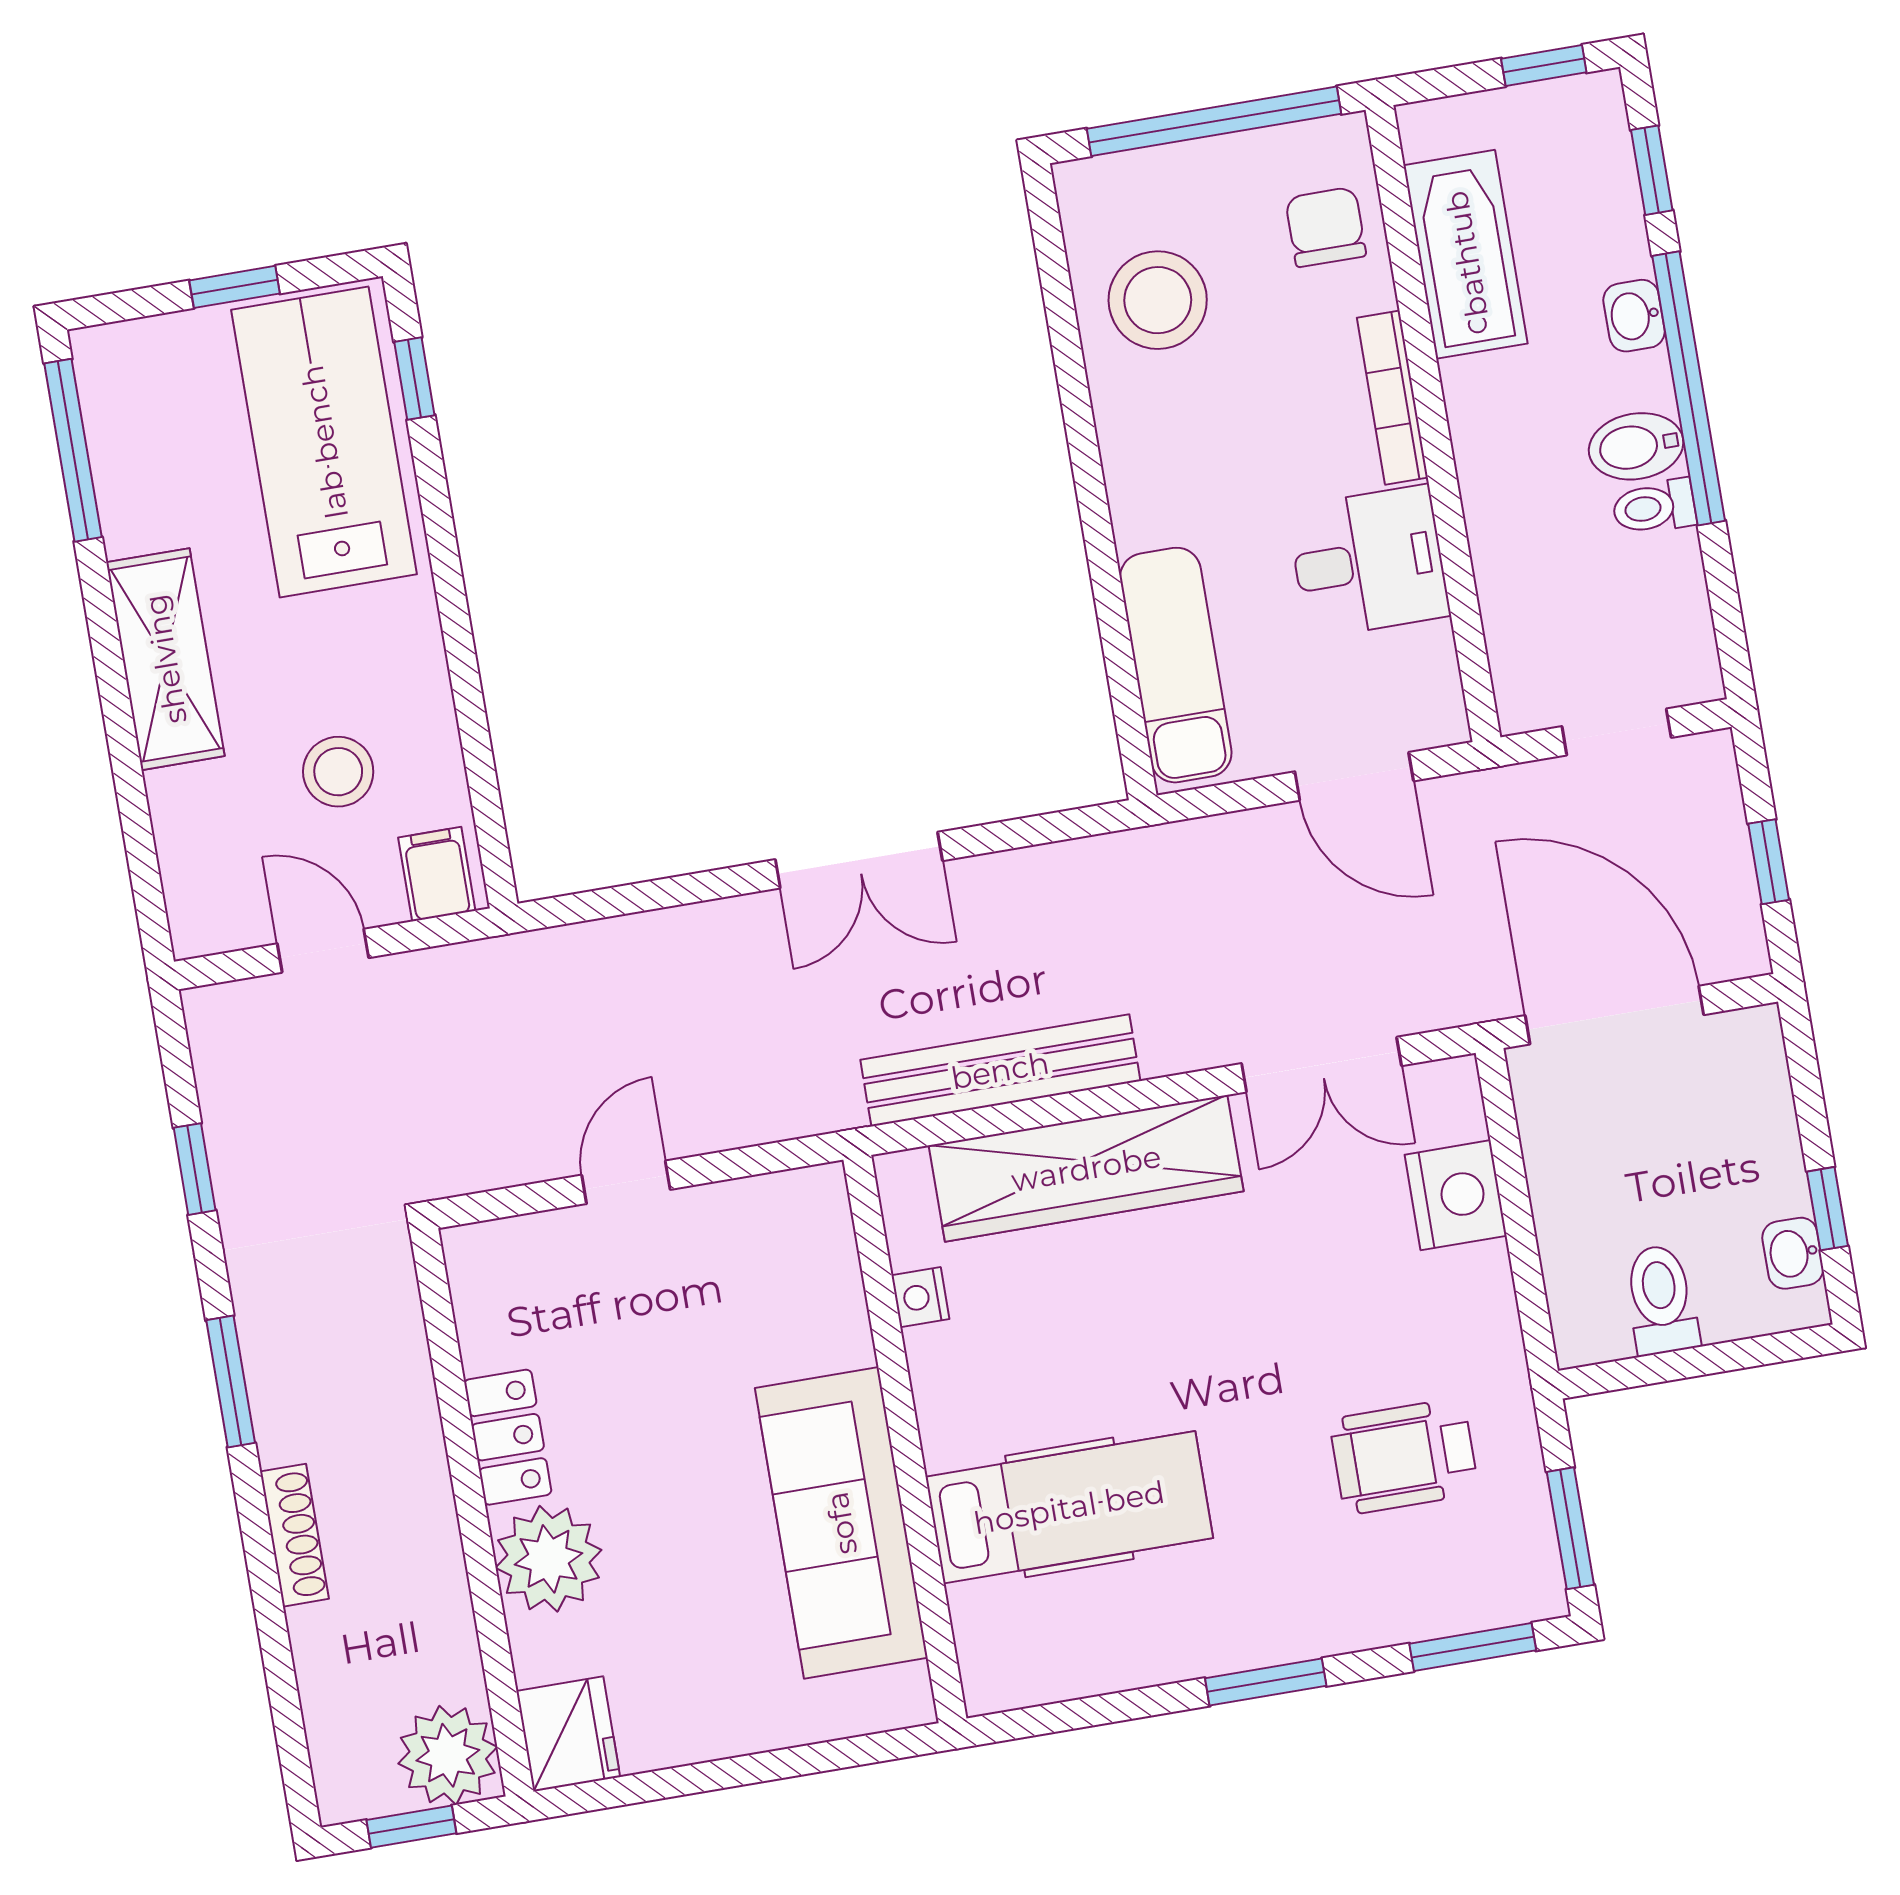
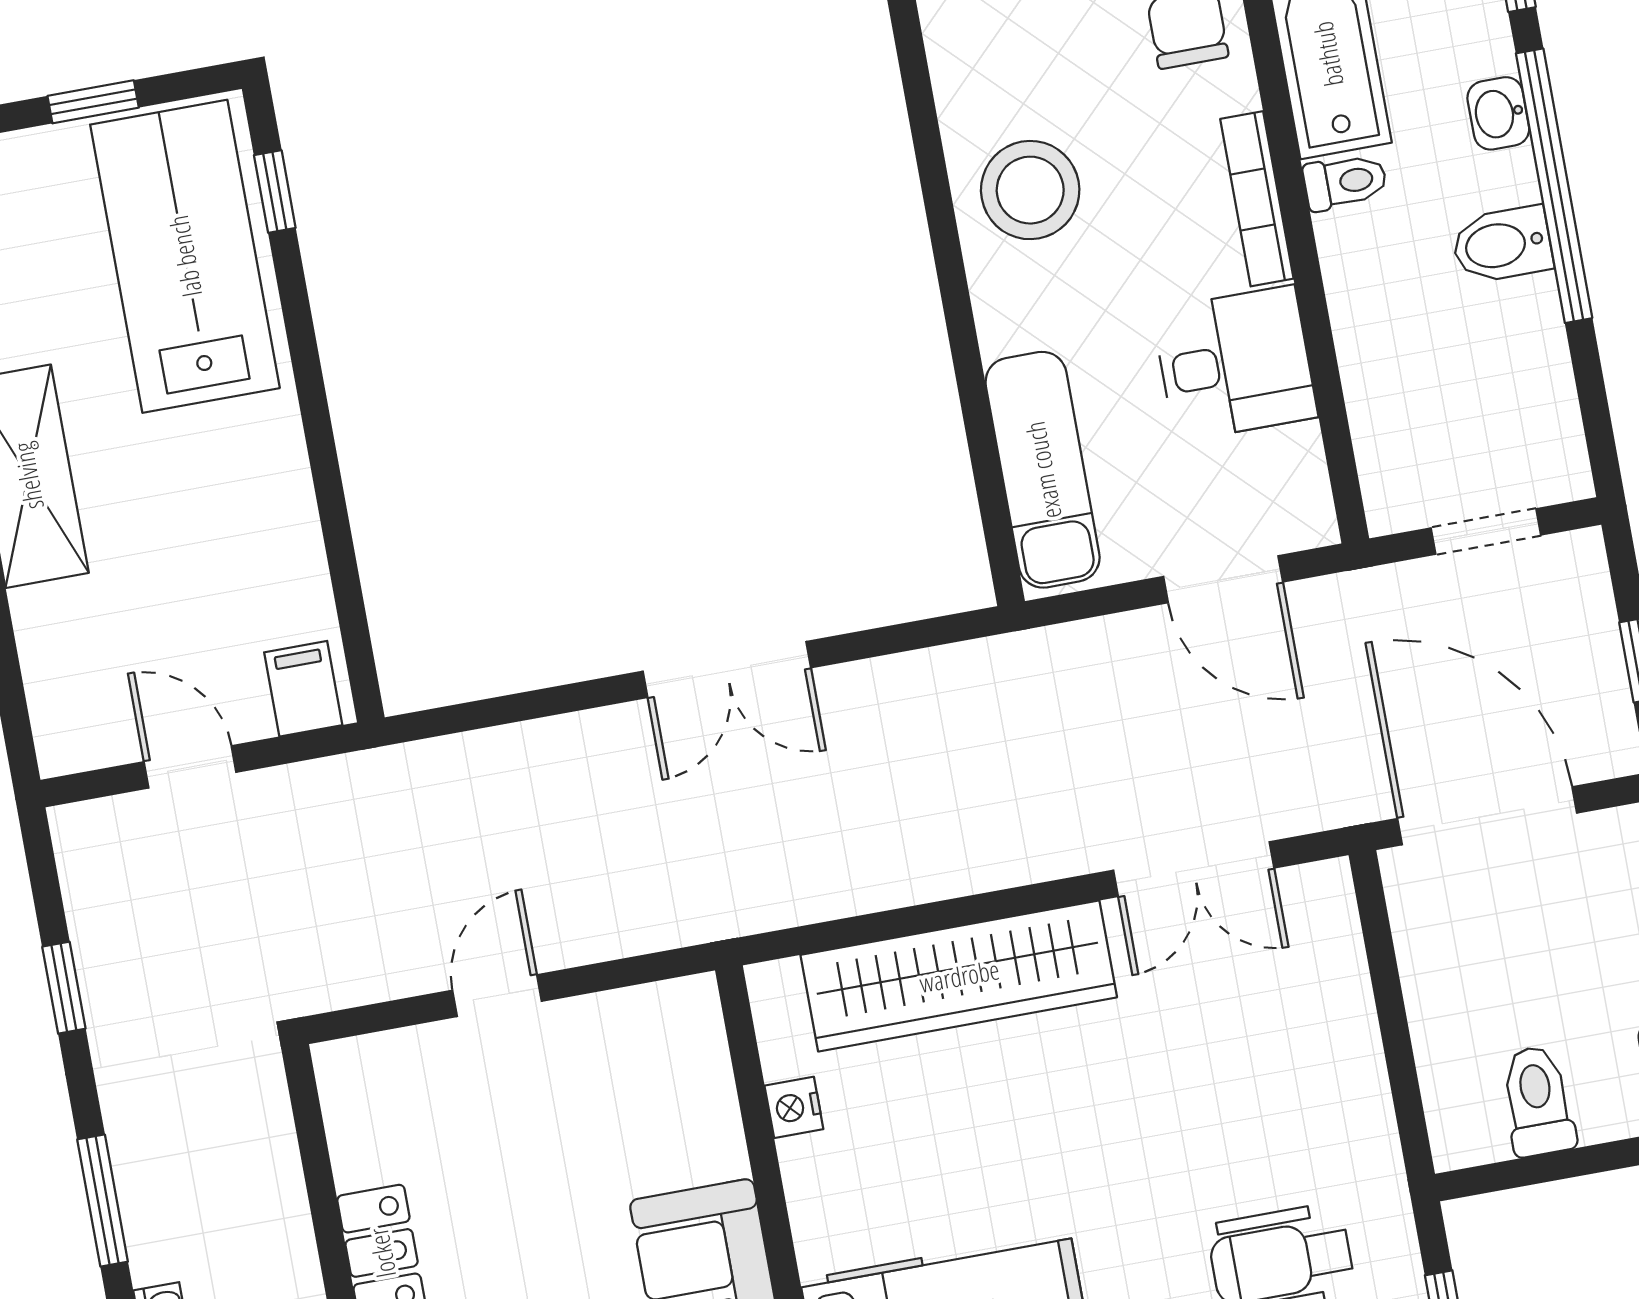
stool: (1158, 300) -> (1030, 190), moved
toilet: (1654, 507) -> (1345, 182), moved, turned 180
stool: (338, 772) -> (203, 587), removed
bench: (1000, 1070) -> (871, 879), removed
nightstand: (1456, 1195) -> (1330, 998), removed

